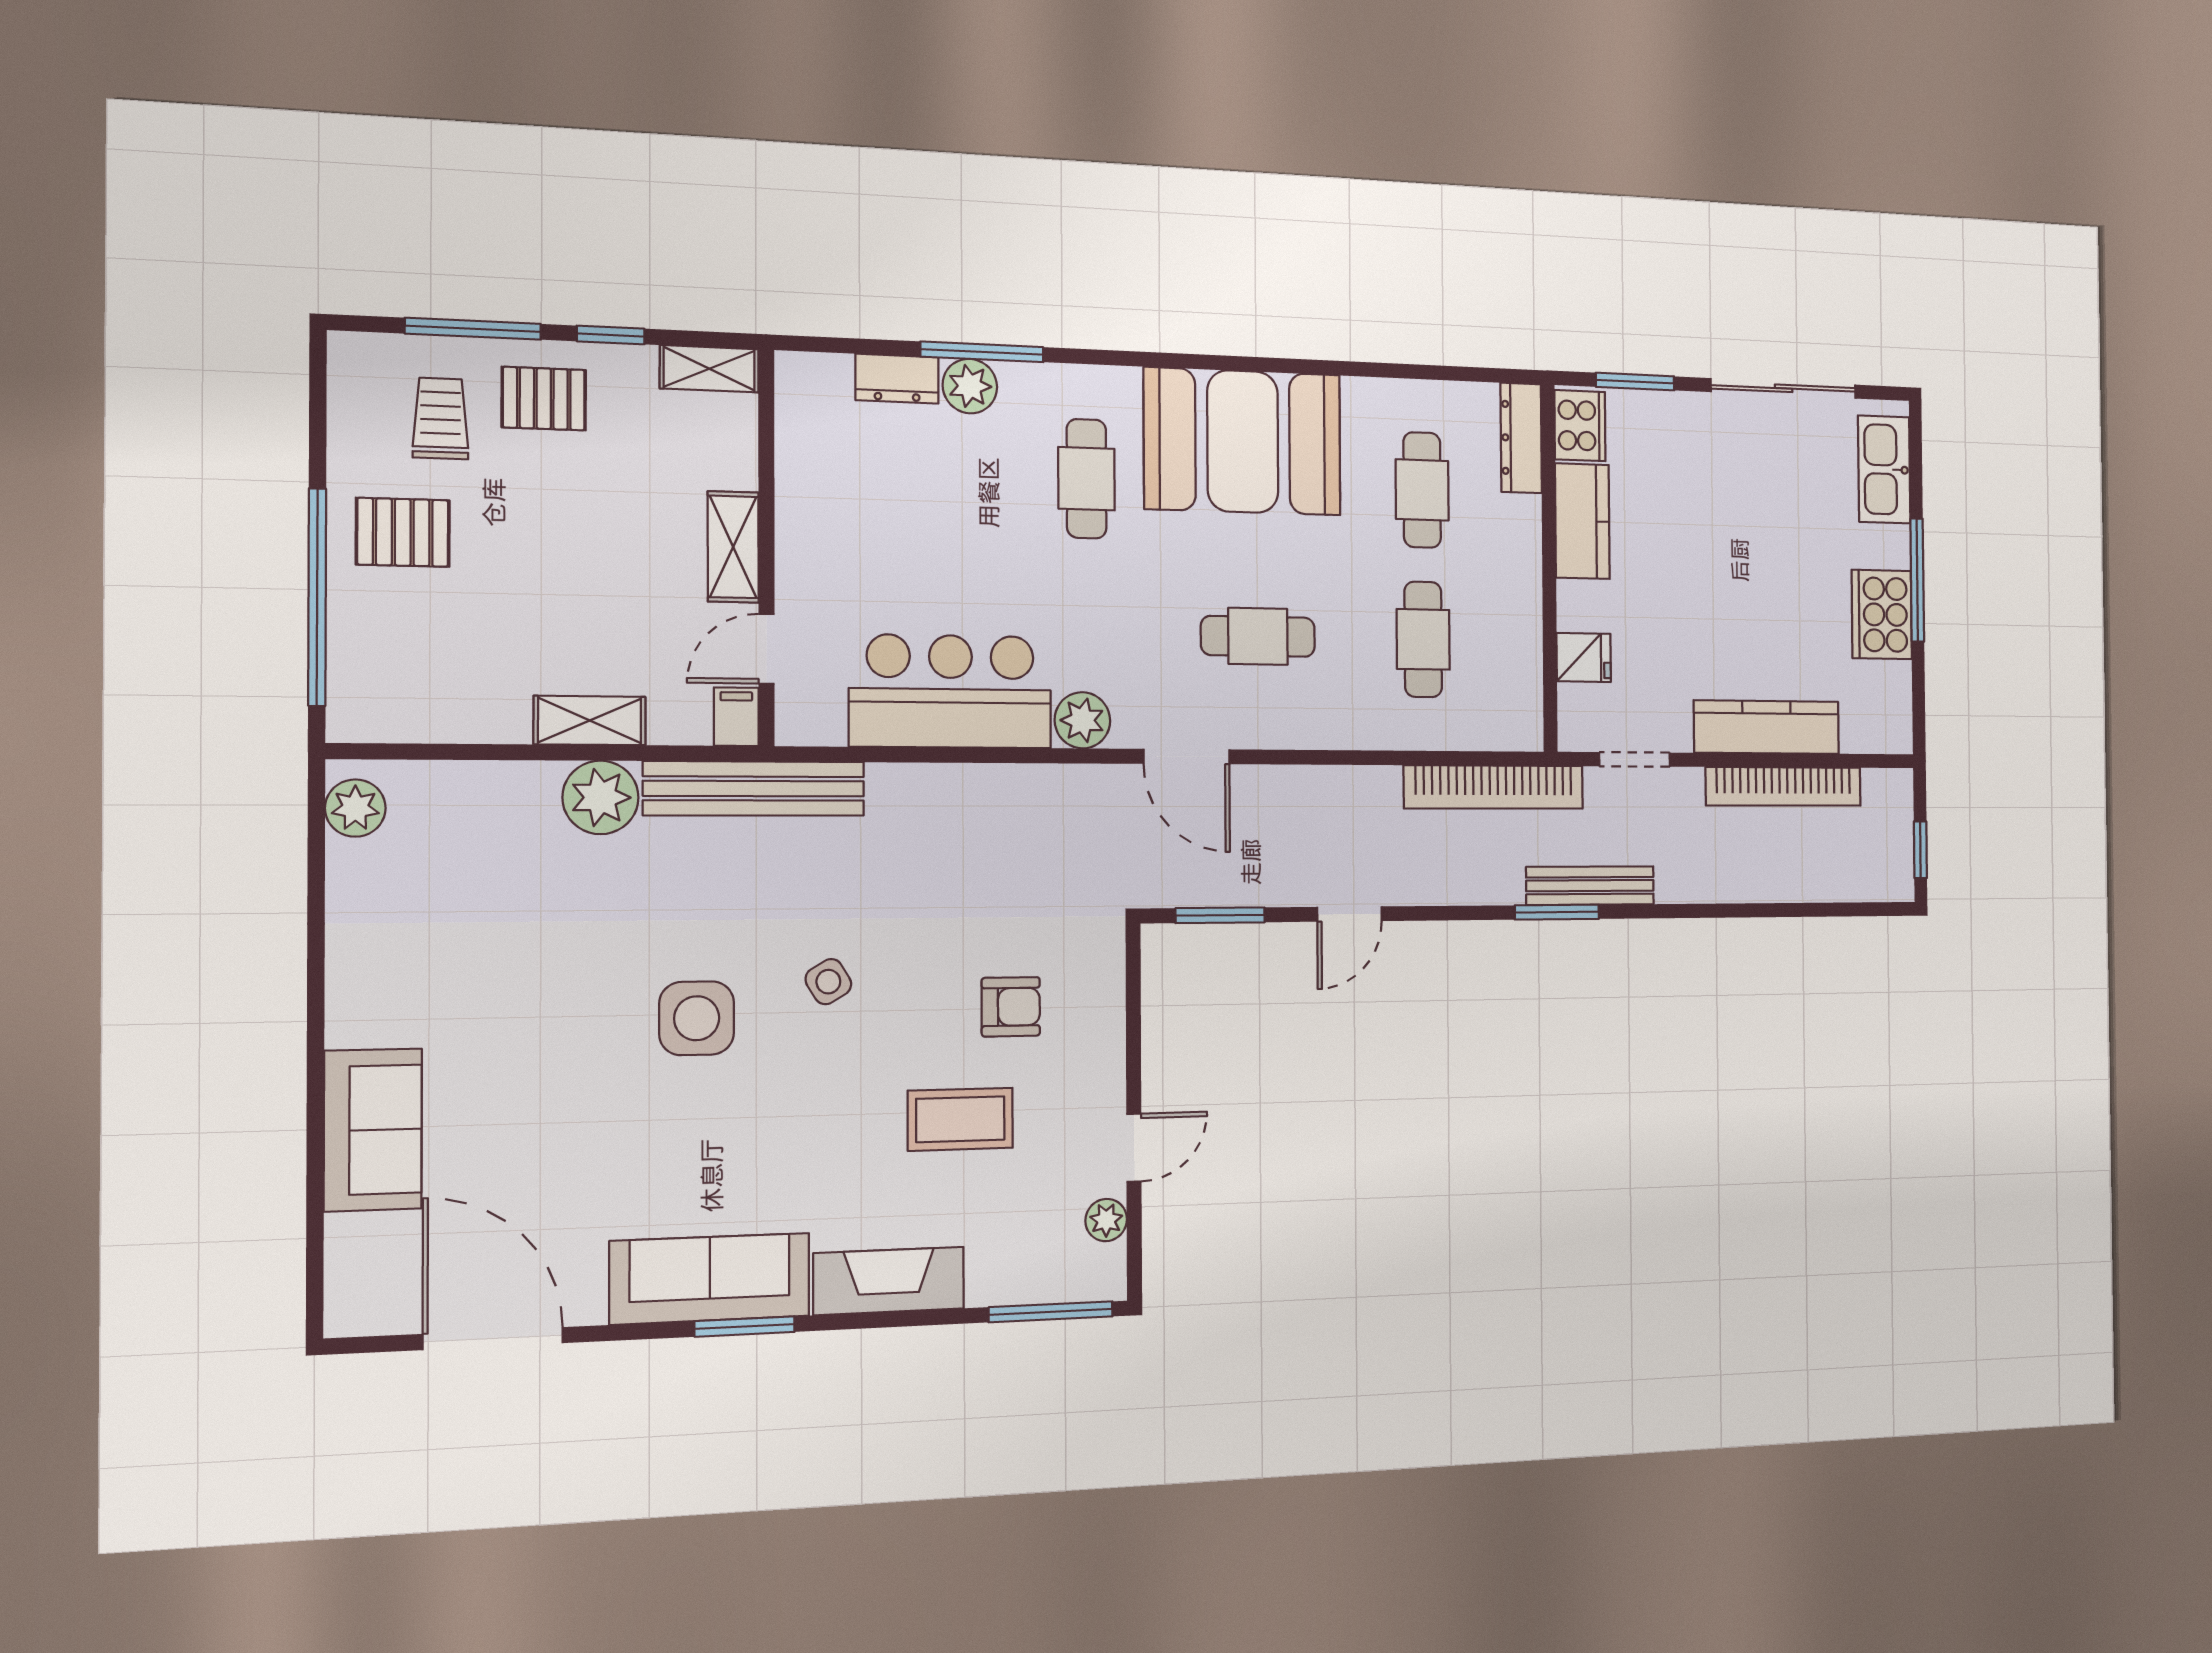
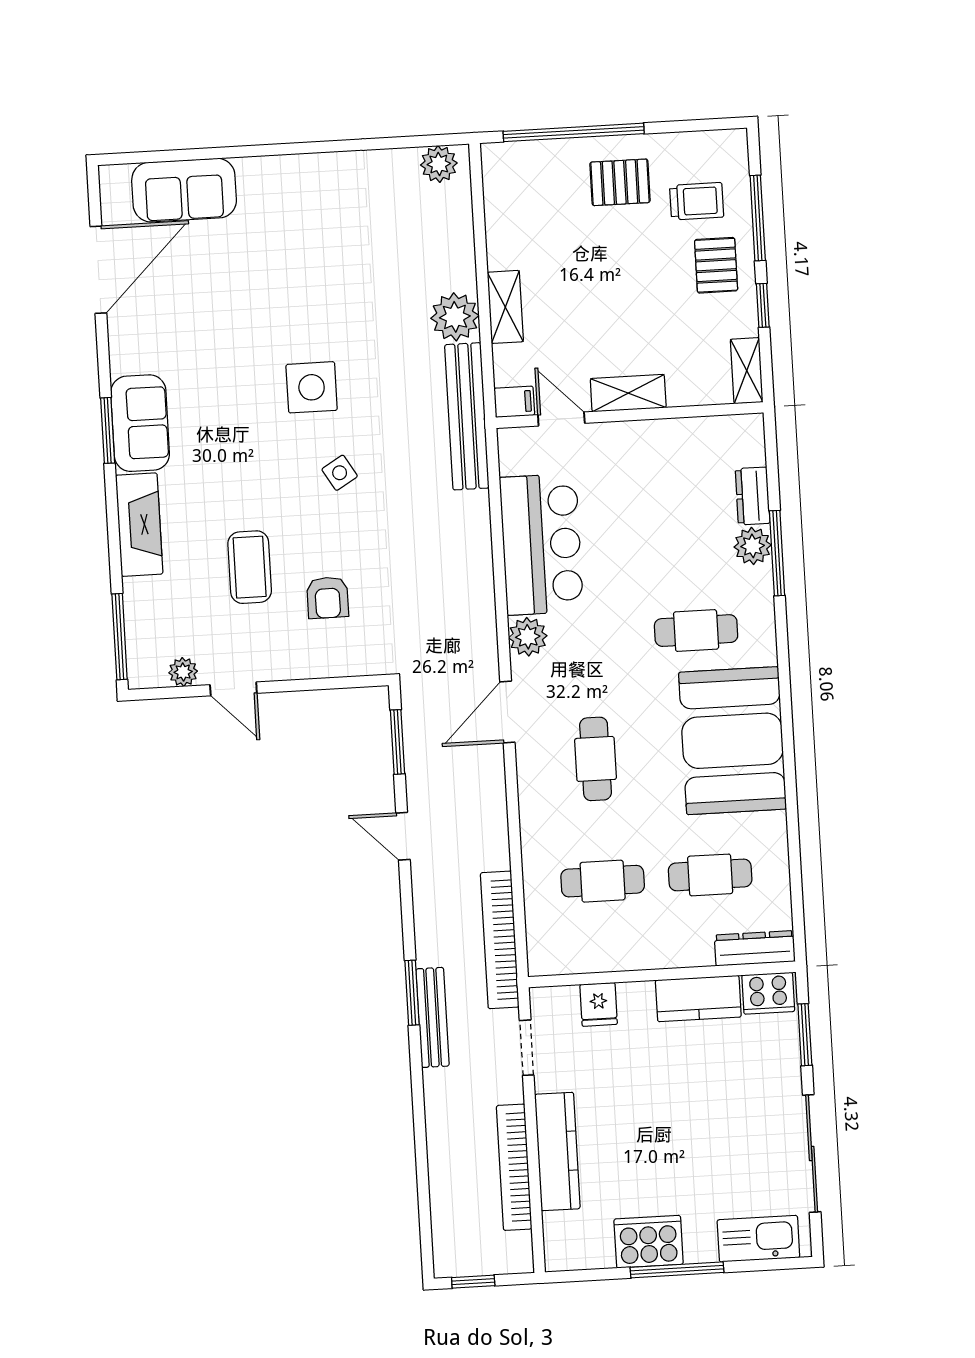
pallet: (403, 532) -> (620, 182), turned 90
sofa: (373, 1130) -> (184, 190), moved
sofa: (710, 1279) -> (140, 423), width x0.73

